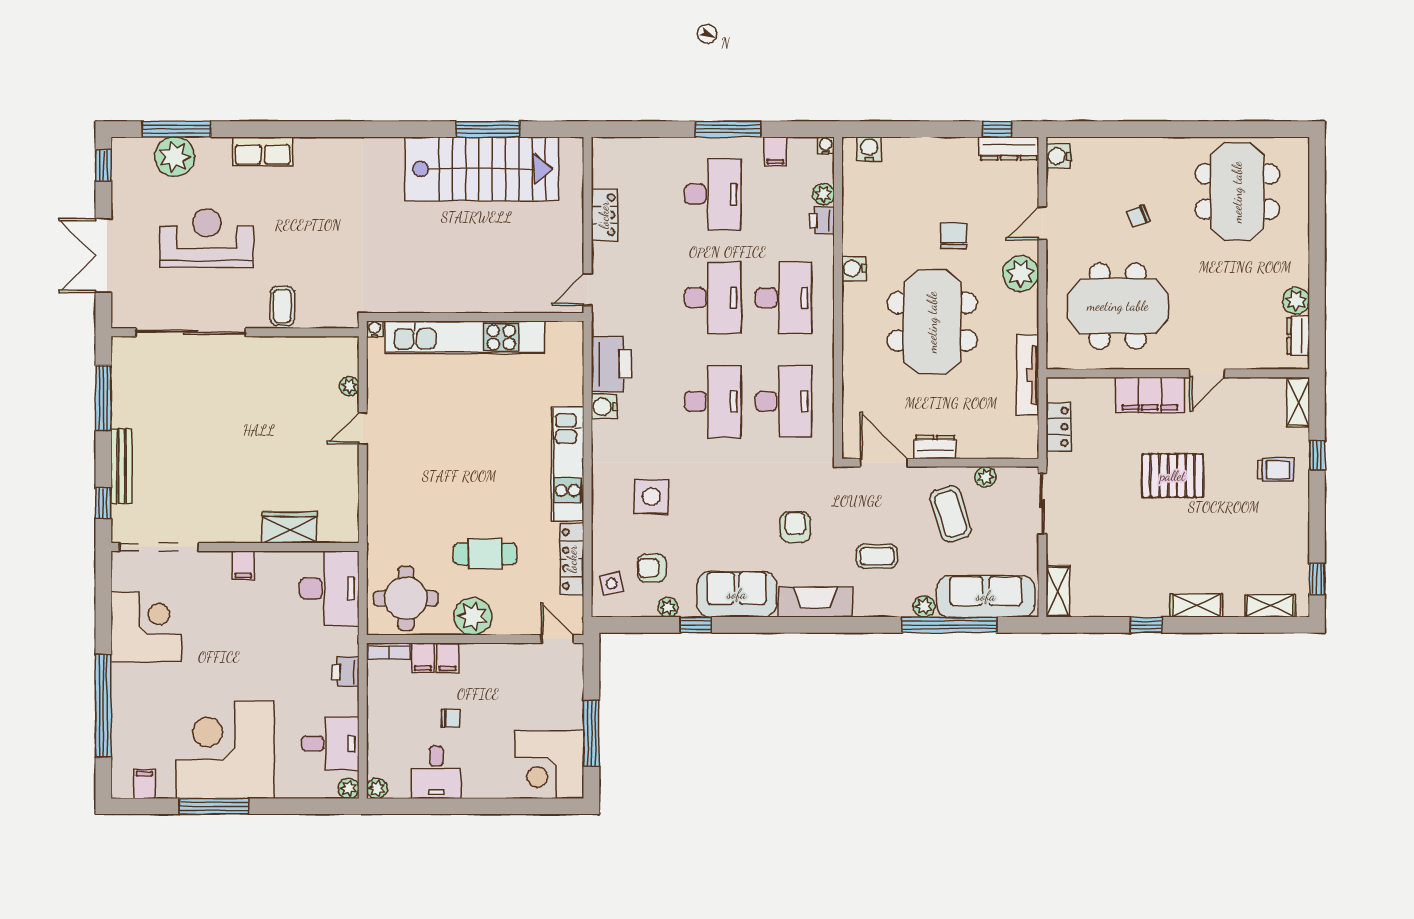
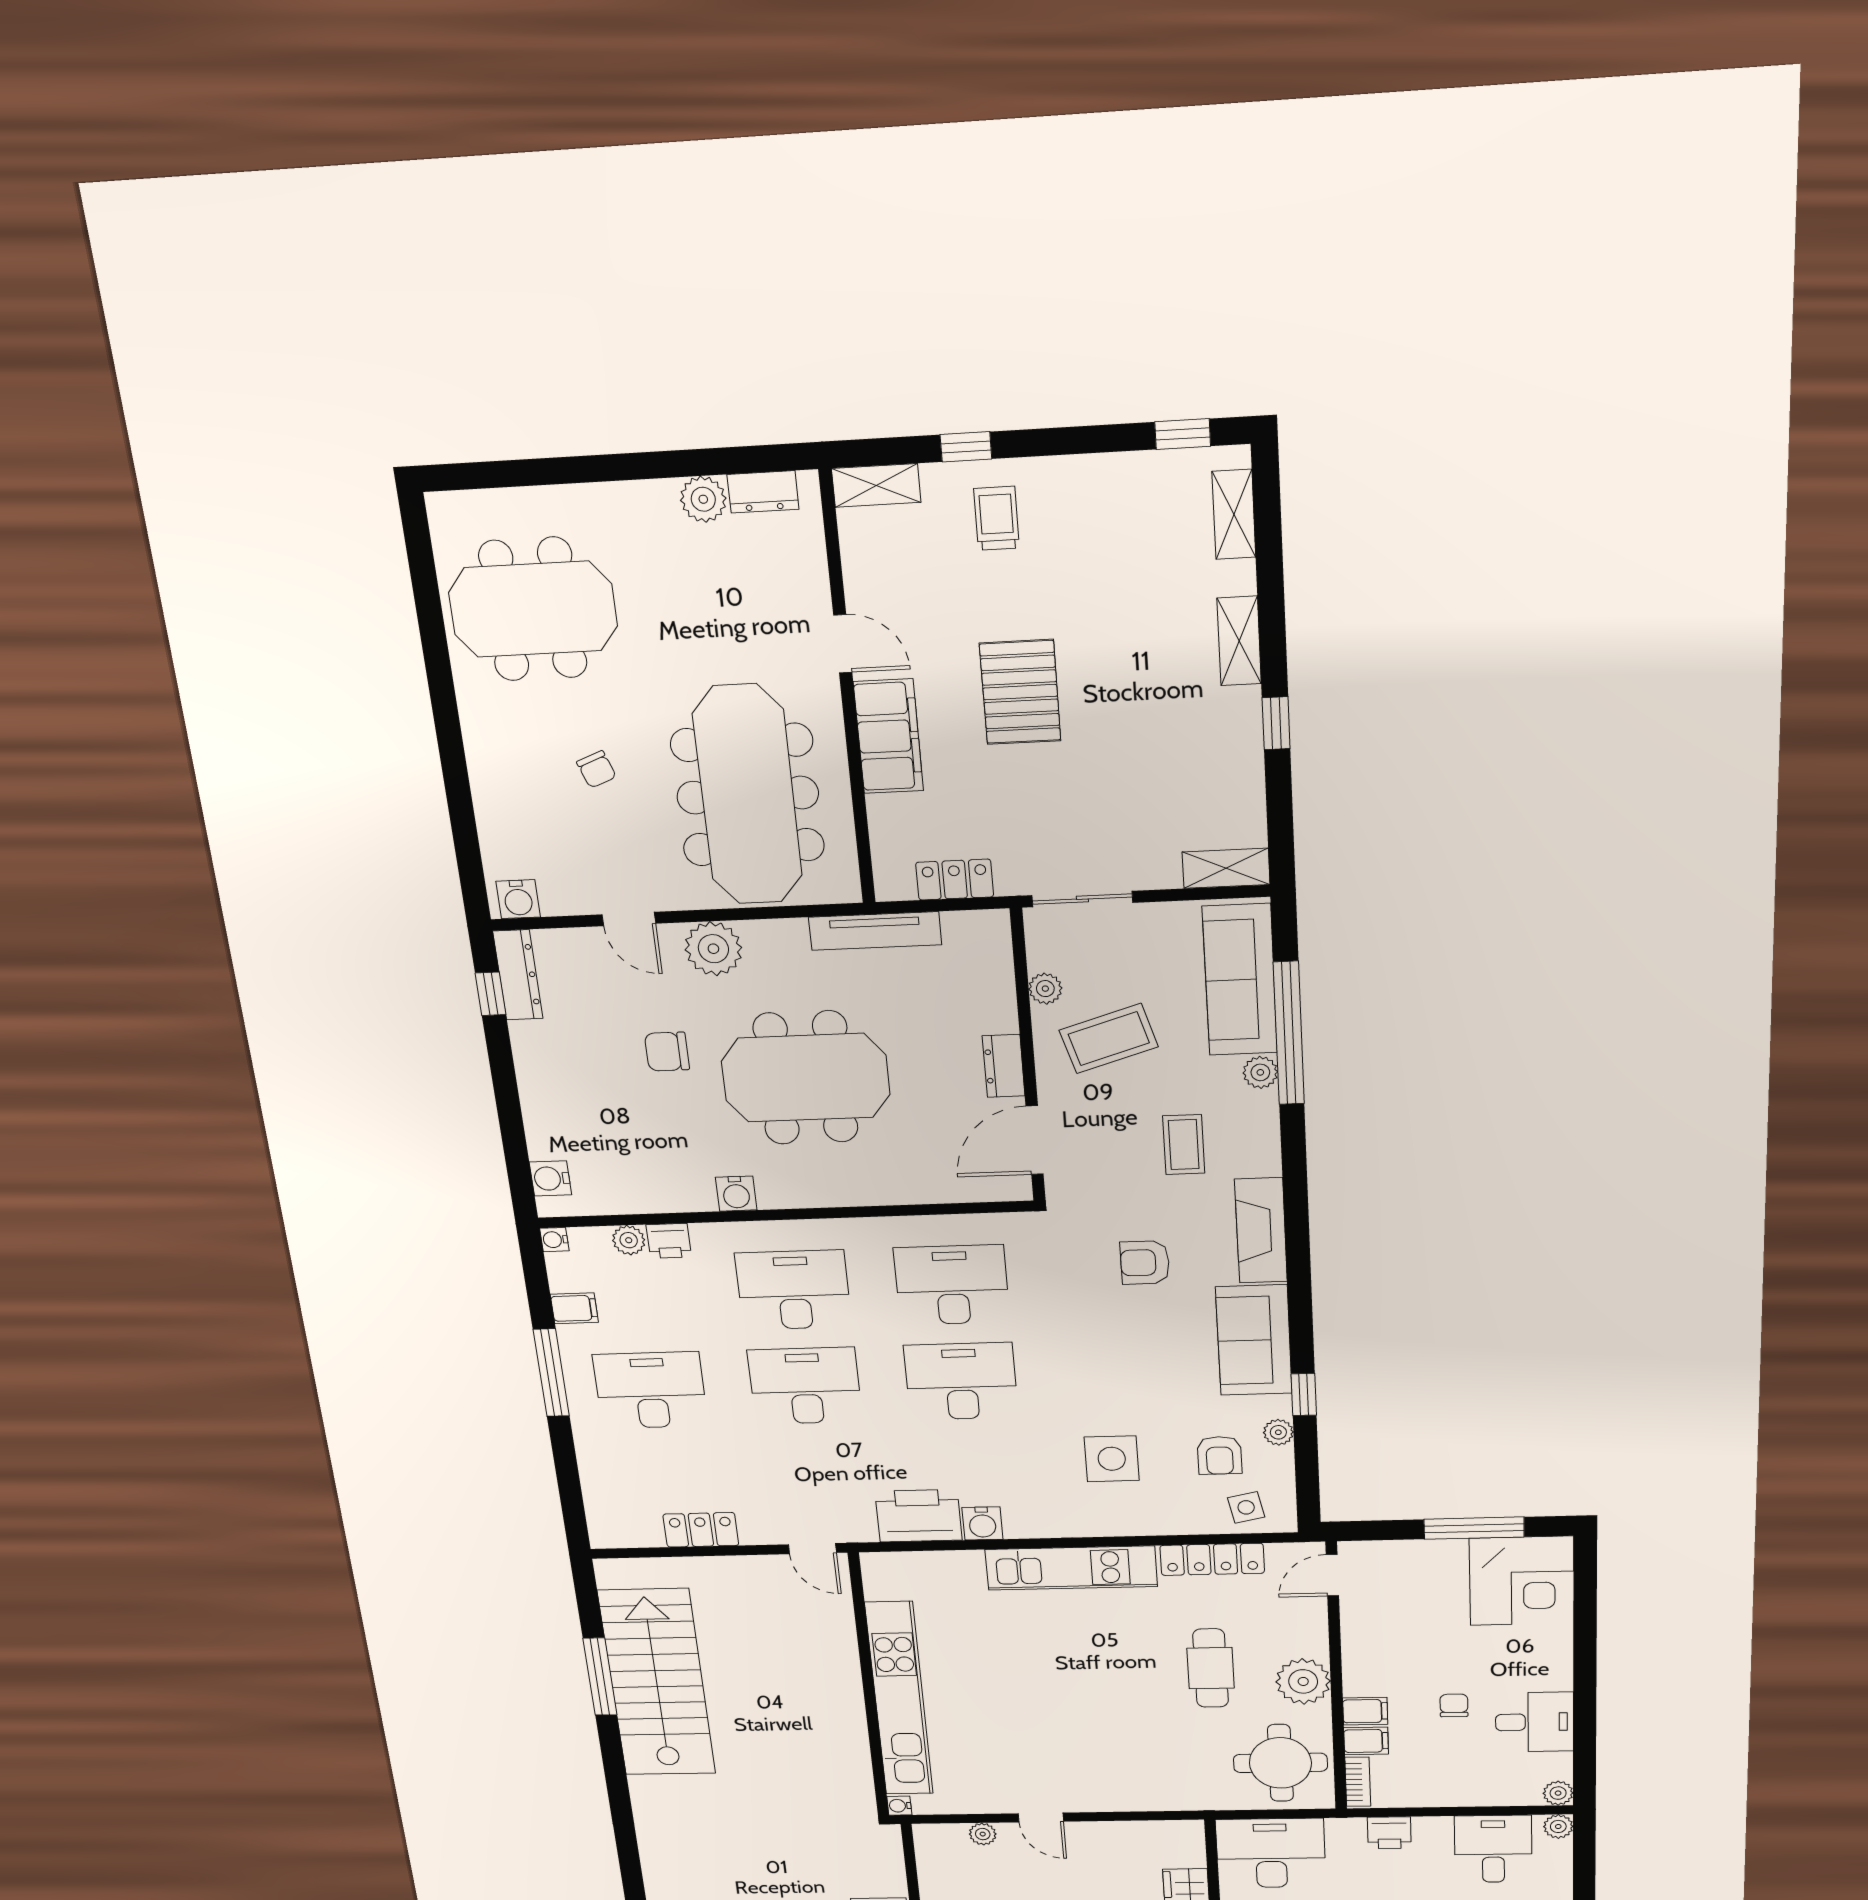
meeting table: (1118, 306) -> (748, 795), width x1.36

